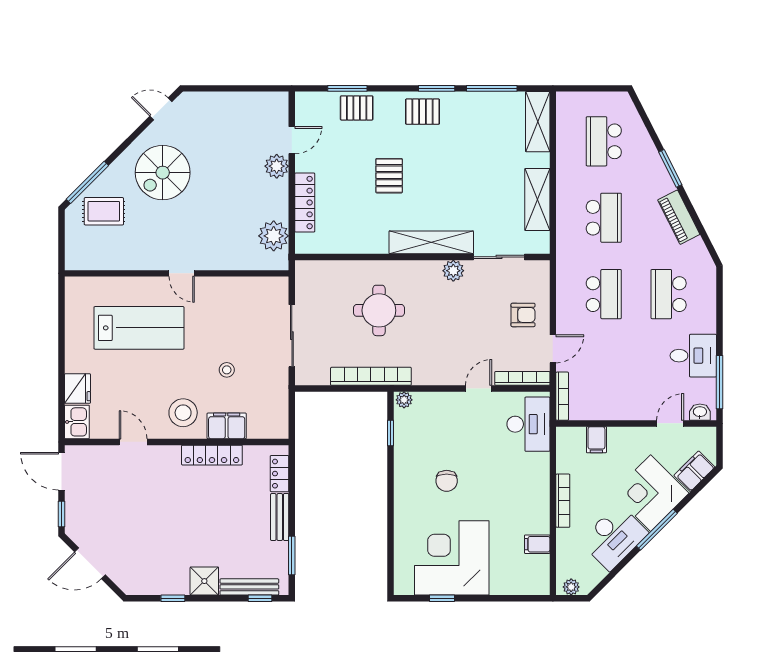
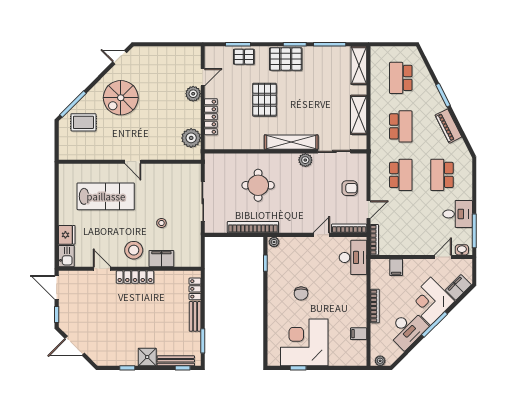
pallet: (423, 112) -> (286, 59), width x1.50, depth x1.42
pallet: (389, 176) -> (265, 100), width x1.50, depth x1.42
locker: (212, 455) -> (135, 277), moved

